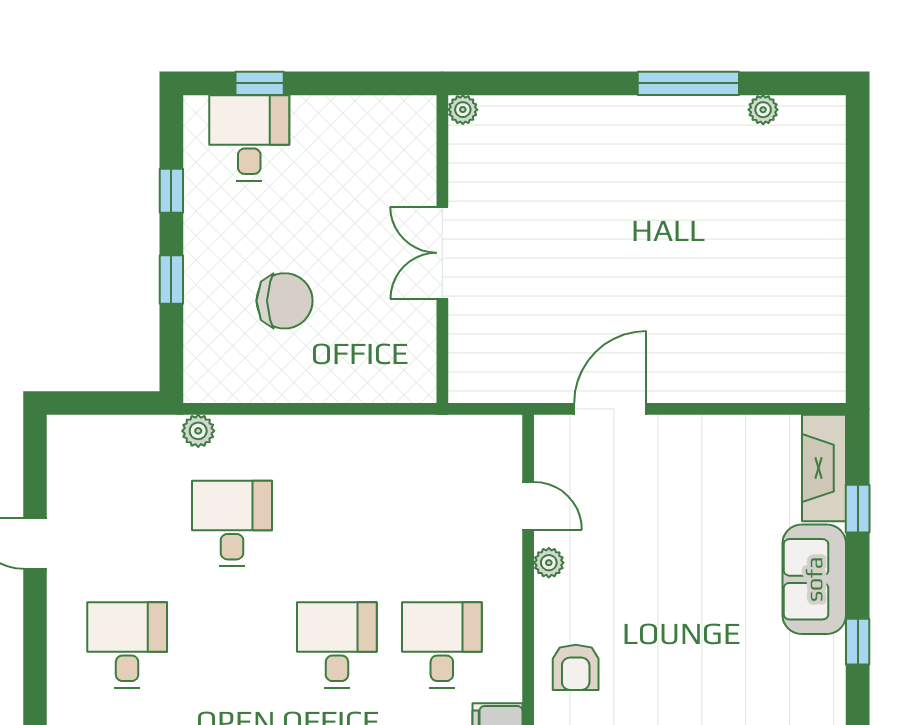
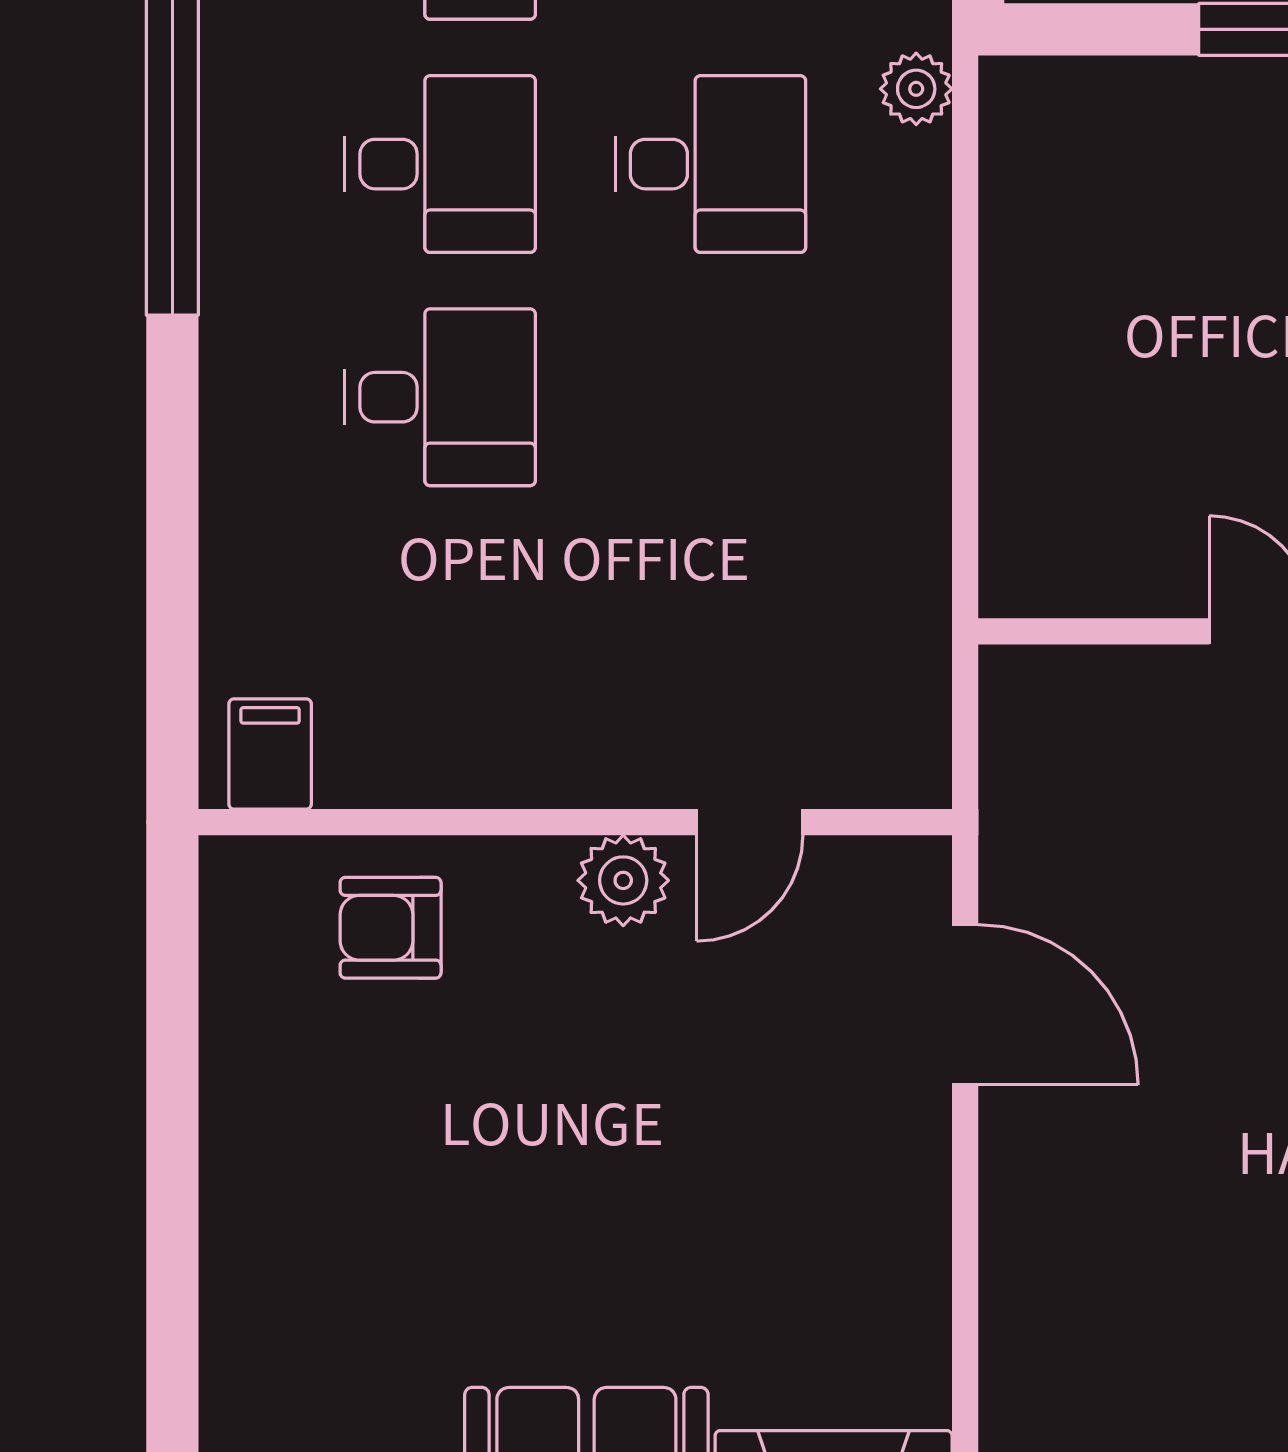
chair: (285, 301) -> (1205, 281), removed
plant: (549, 563) -> (623, 880), width x1.38, depth x1.38
desk: (442, 645) -> (440, 164), moved

